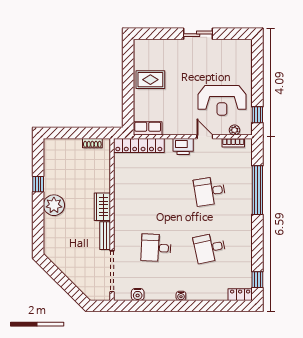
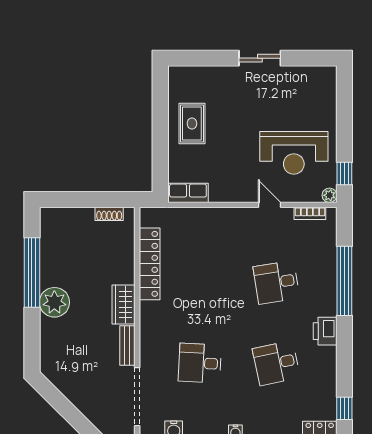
rug: (150, 80) -> (192, 123), turned 90
plant: (234, 130) -> (329, 195), moved
locker: (139, 145) -> (150, 264), moved, turned -90
printer: (183, 147) -> (325, 331), moved, turned 90
window: (38, 184) -> (32, 272), width x3.17

